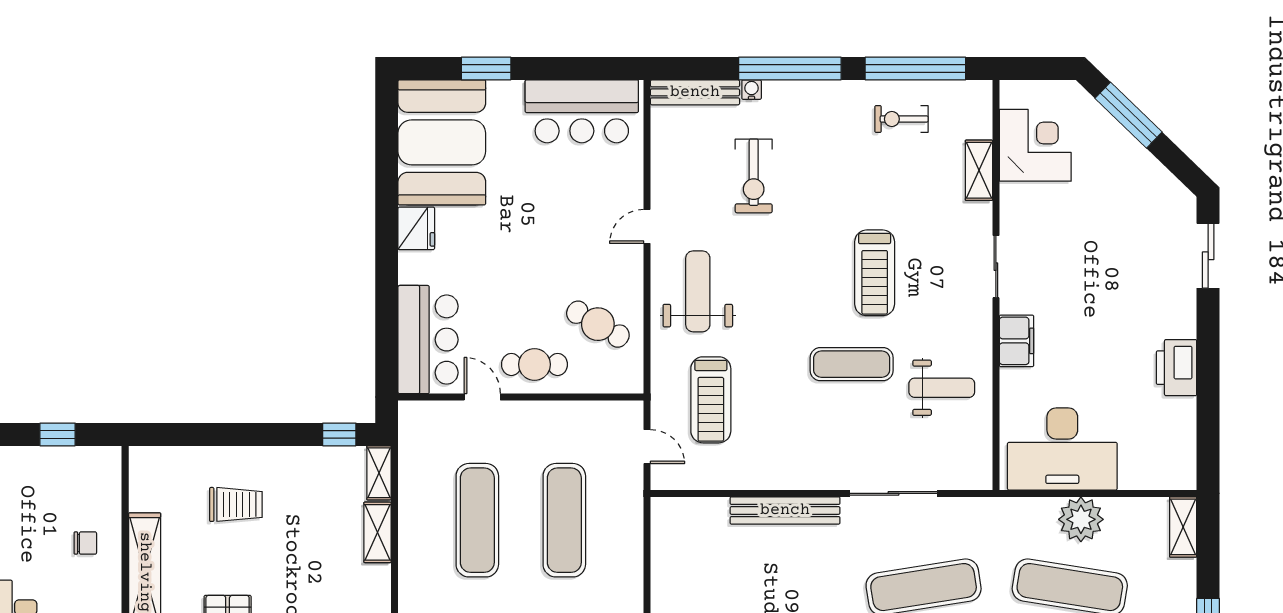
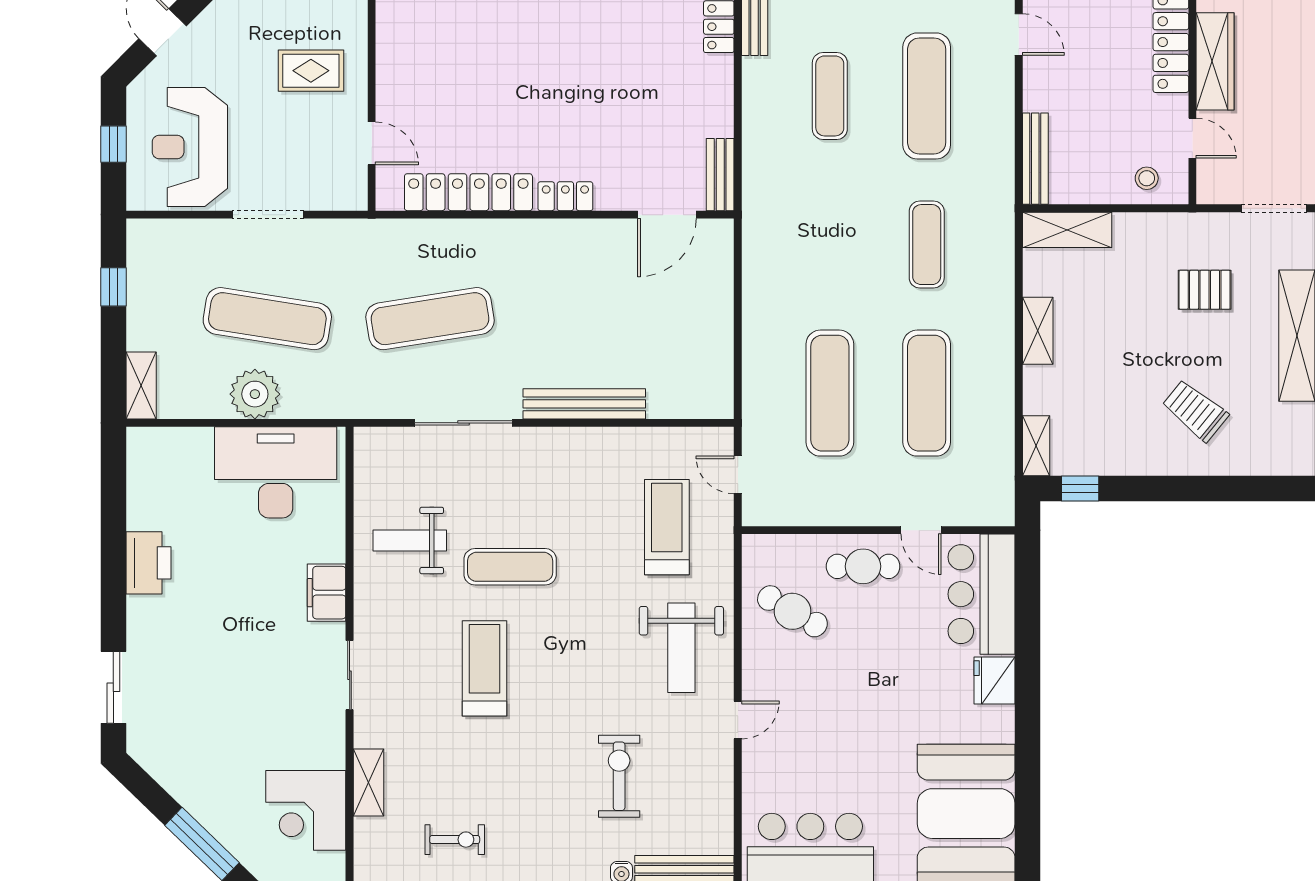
fridge: (416, 228) -> (995, 680), moved
trolley: (236, 504) -> (1195, 411), turned 39
shelving: (378, 532) -> (1038, 331), moved

